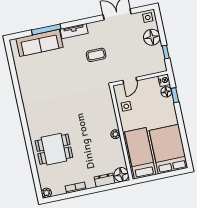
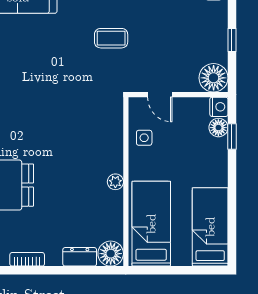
floor lamp: (152, 37) -> (214, 78), moved
window: (166, 52) -> (232, 40), moved
door: (130, 80) -> (160, 95), hinge flipped
bed: (169, 149) -> (210, 227), width x0.67

